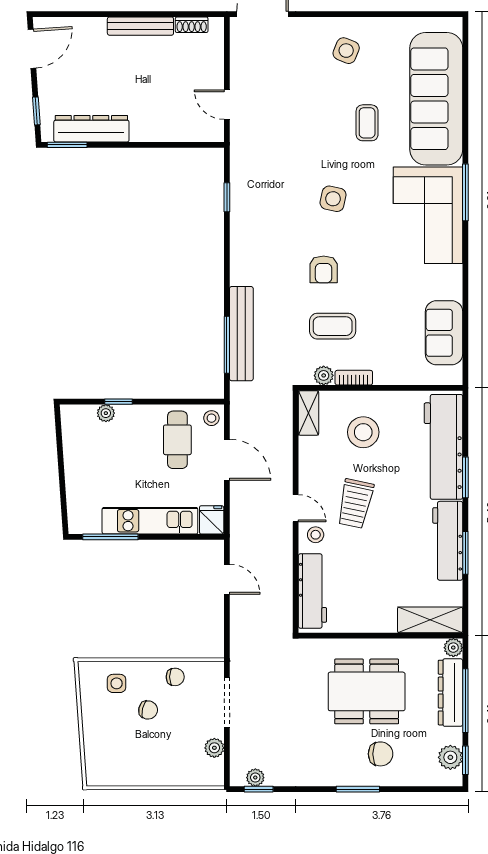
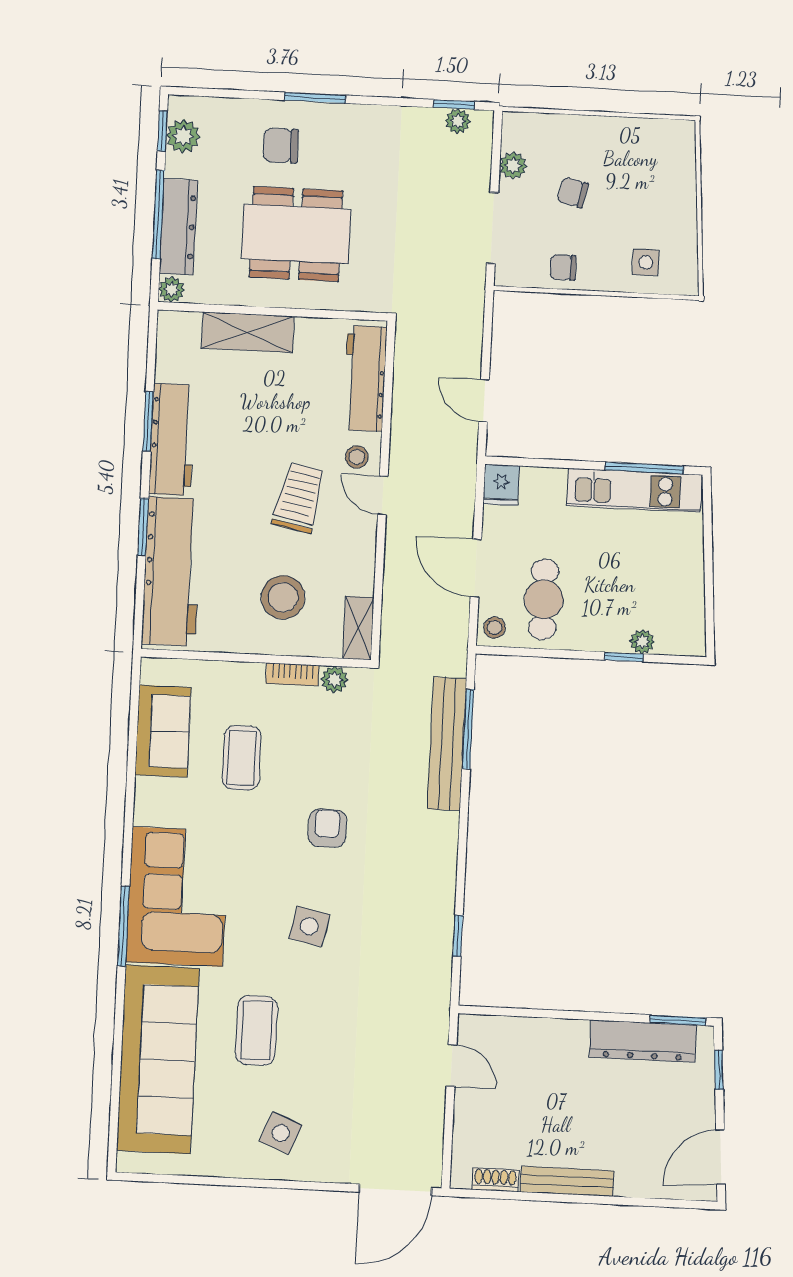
coffee table: (367, 123) -> (256, 1030), width x1.36, depth x1.30
coffee table: (333, 326) -> (242, 758), moved, turned 90
kitchen unit: (150, 521) -> (635, 490), moved
shelving: (430, 620) -> (248, 332), moved
chair: (148, 710) -> (573, 192), moved

